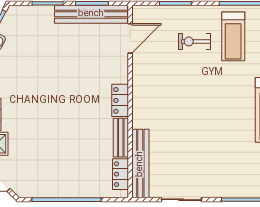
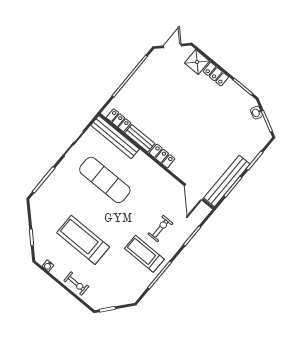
exercise mat: (192, 138) -> (105, 180), added

